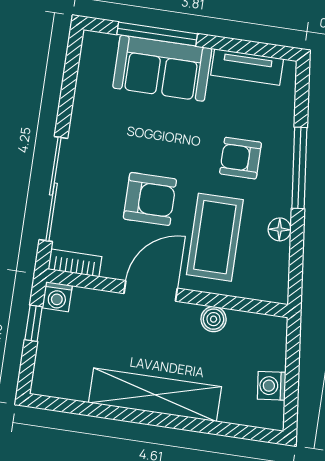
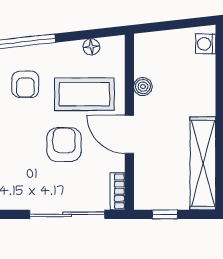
floor lamp: (280, 229) -> (91, 47), moved
washing machine: (57, 297) -> (143, 200), removed
washing machine: (272, 386) -> (206, 44), moved, turned 96
shelving: (155, 395) -> (203, 163), moved

